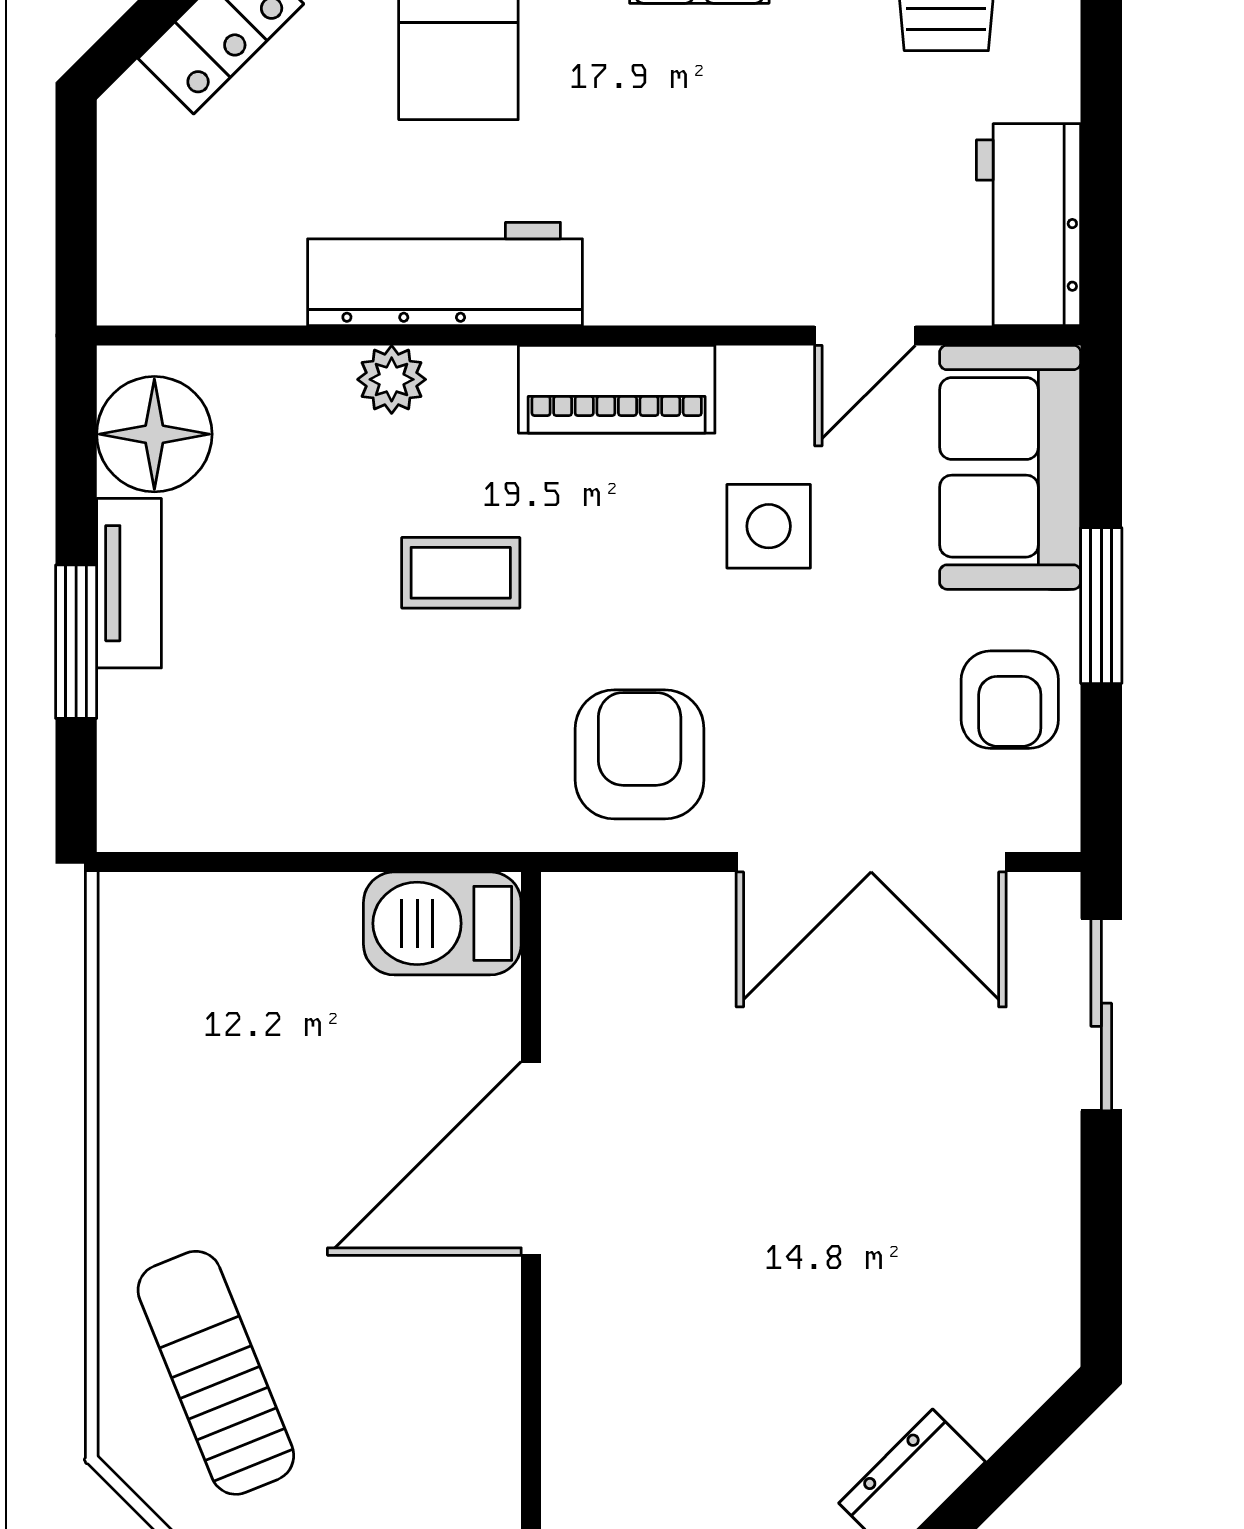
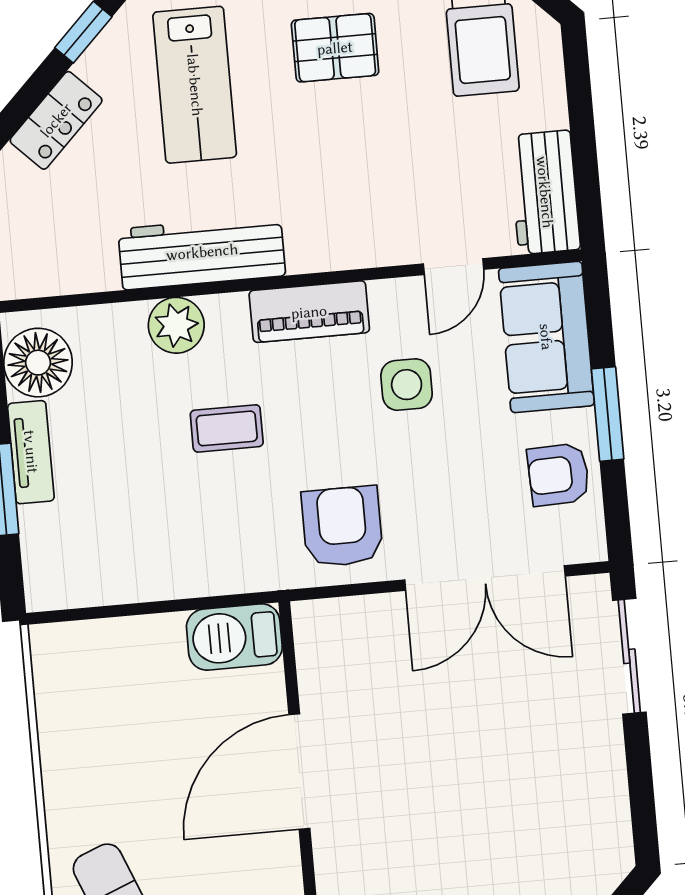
plant: (392, 379) -> (176, 325), width x1.38, depth x1.38
armchair: (1010, 700) -> (558, 475), turned 88

